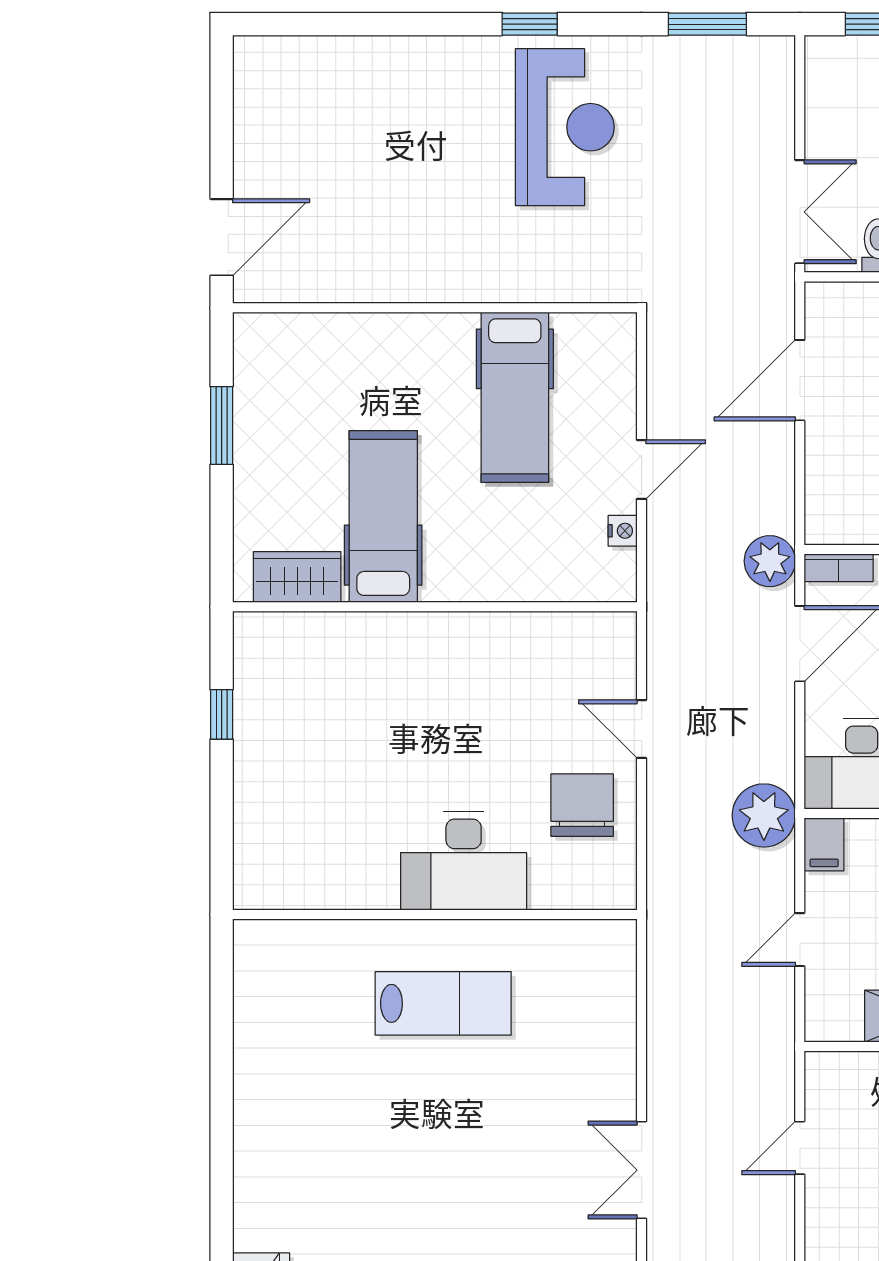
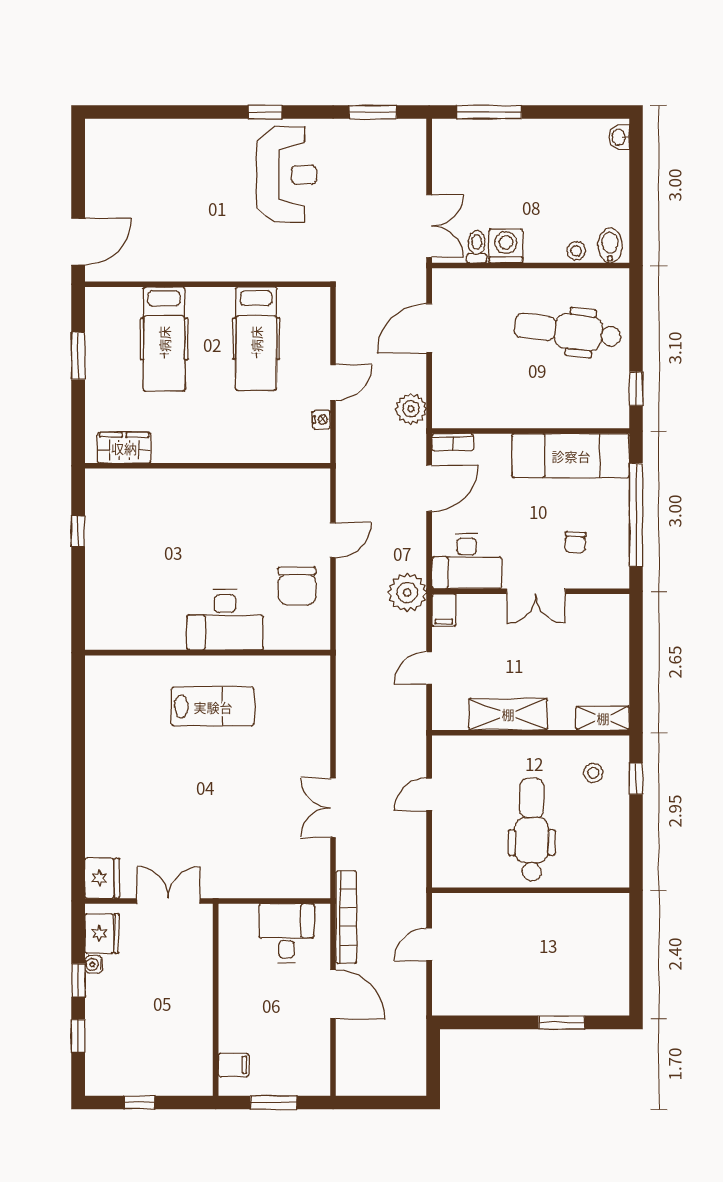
hospital bed: (383, 517) -> (164, 339), moved, turned 180
plant: (770, 561) -> (411, 409), moved
door: (642, 729) -> (333, 540), swing flipped
chair: (582, 805) -> (297, 586), turned 180

